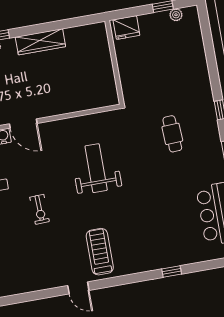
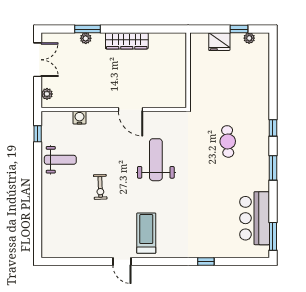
fridge: (126, 28) -> (219, 42), moved
door: (23, 124) -> (131, 110), moved

